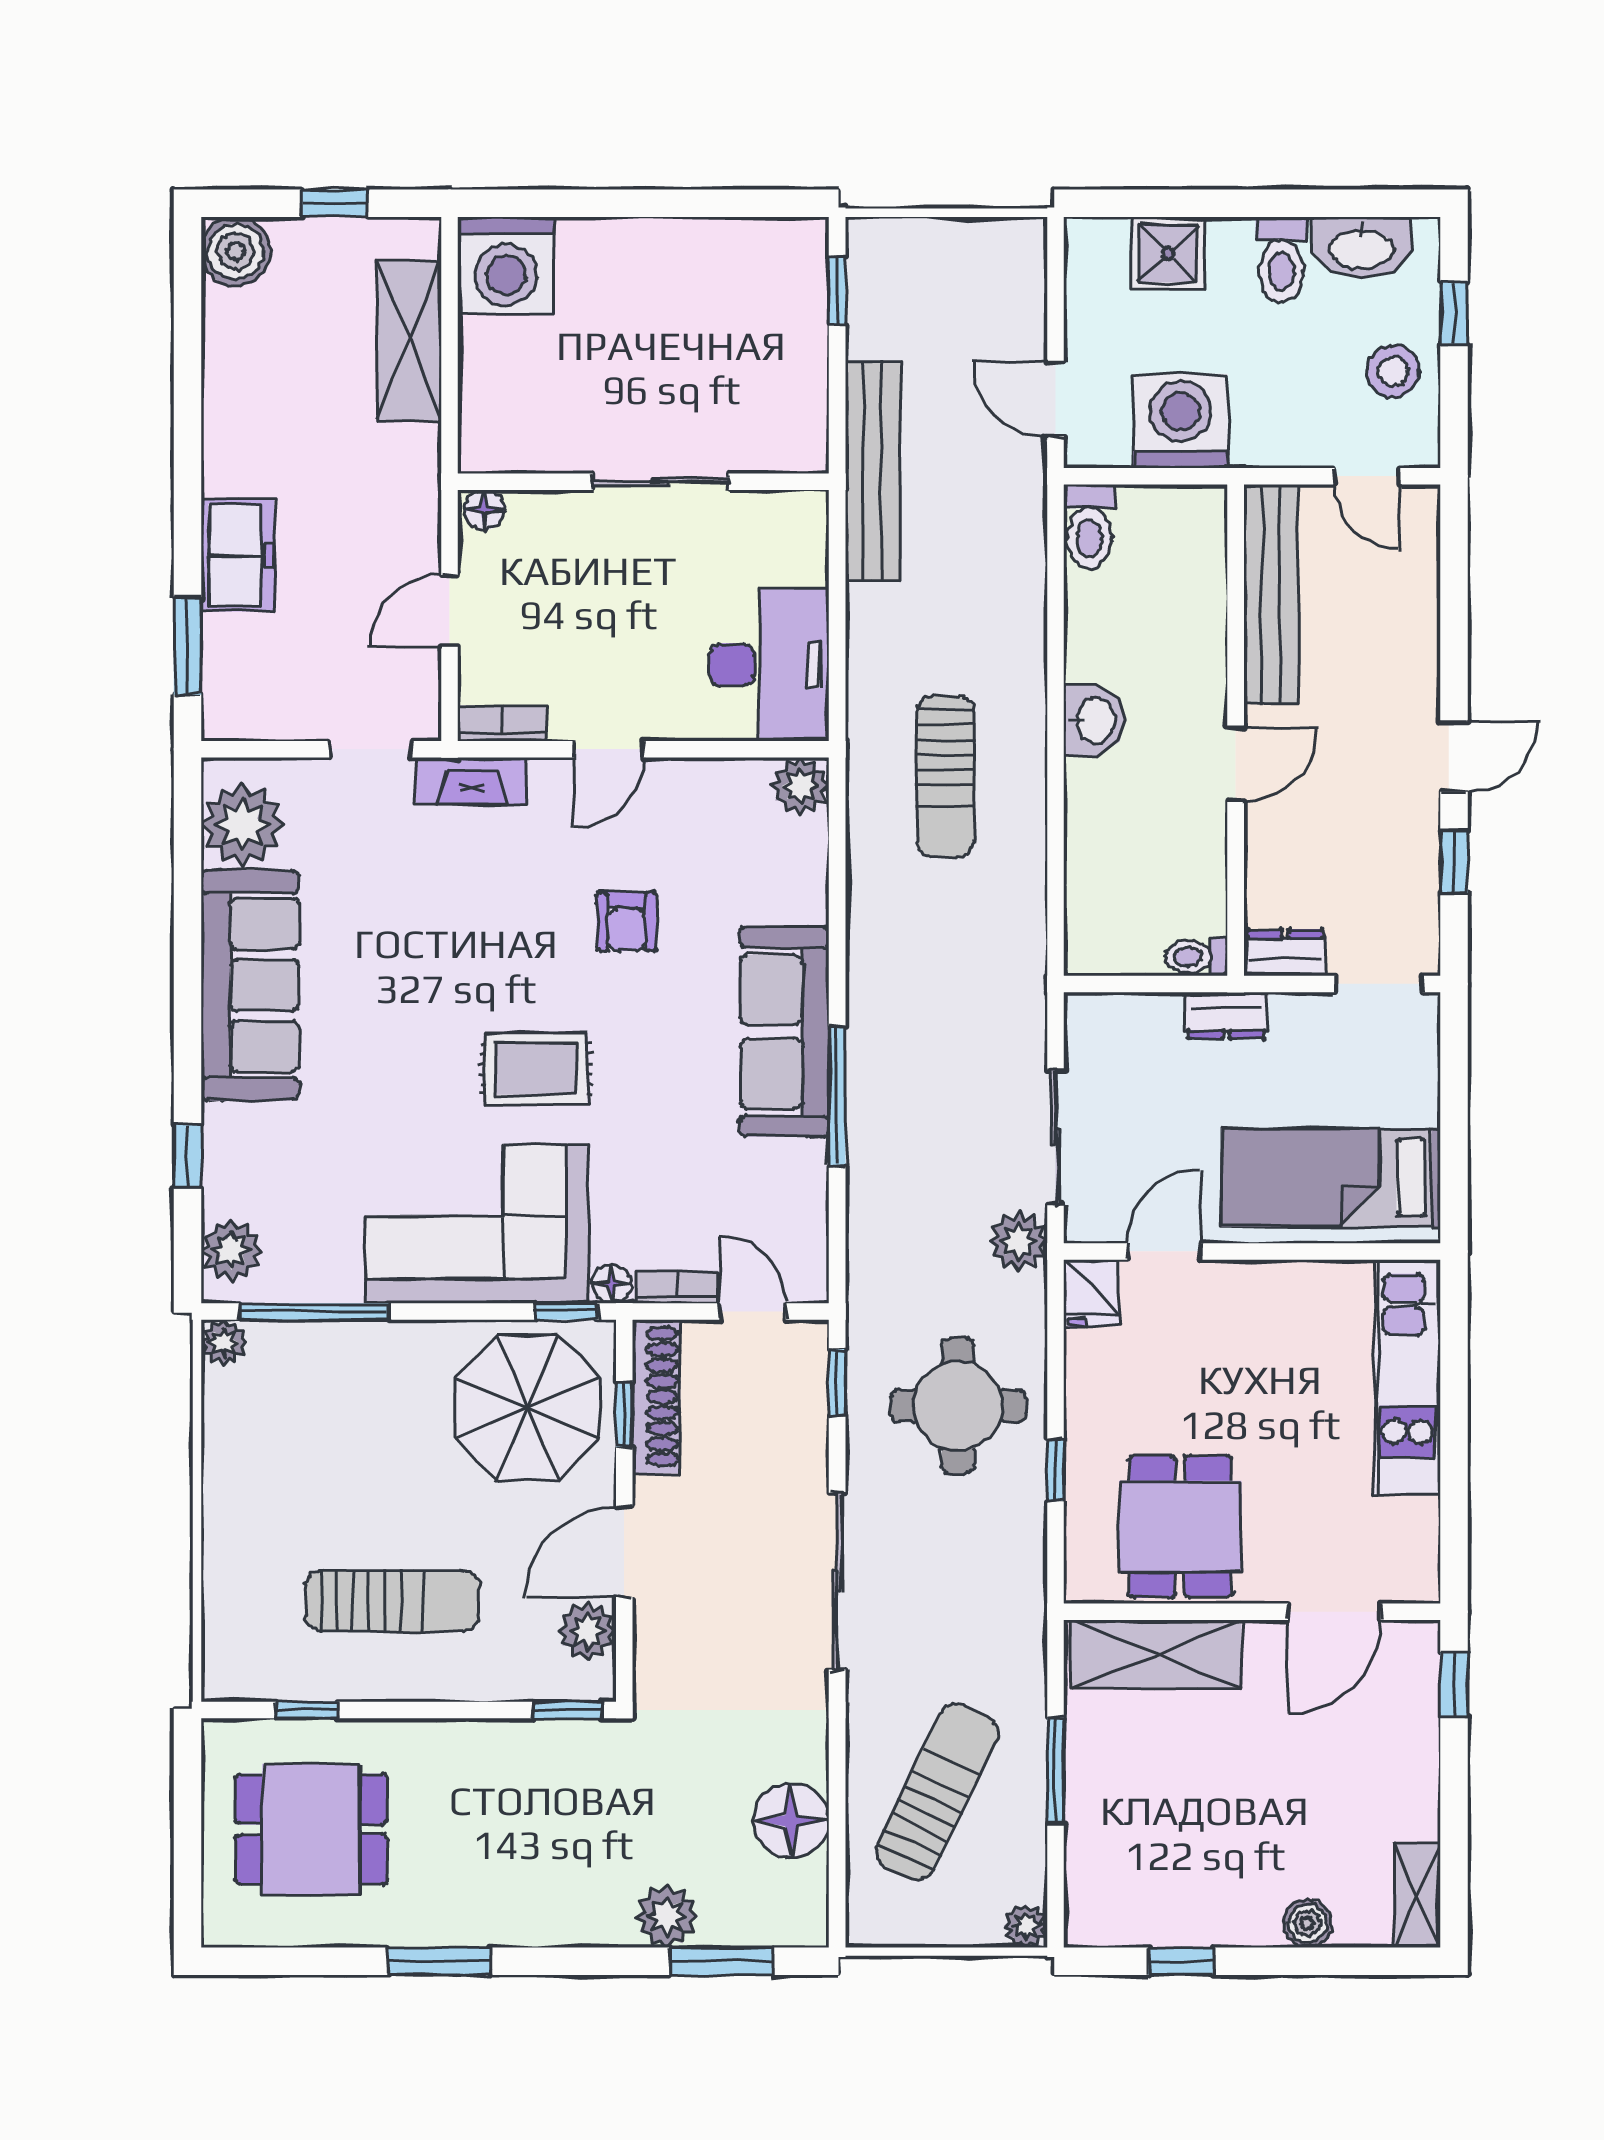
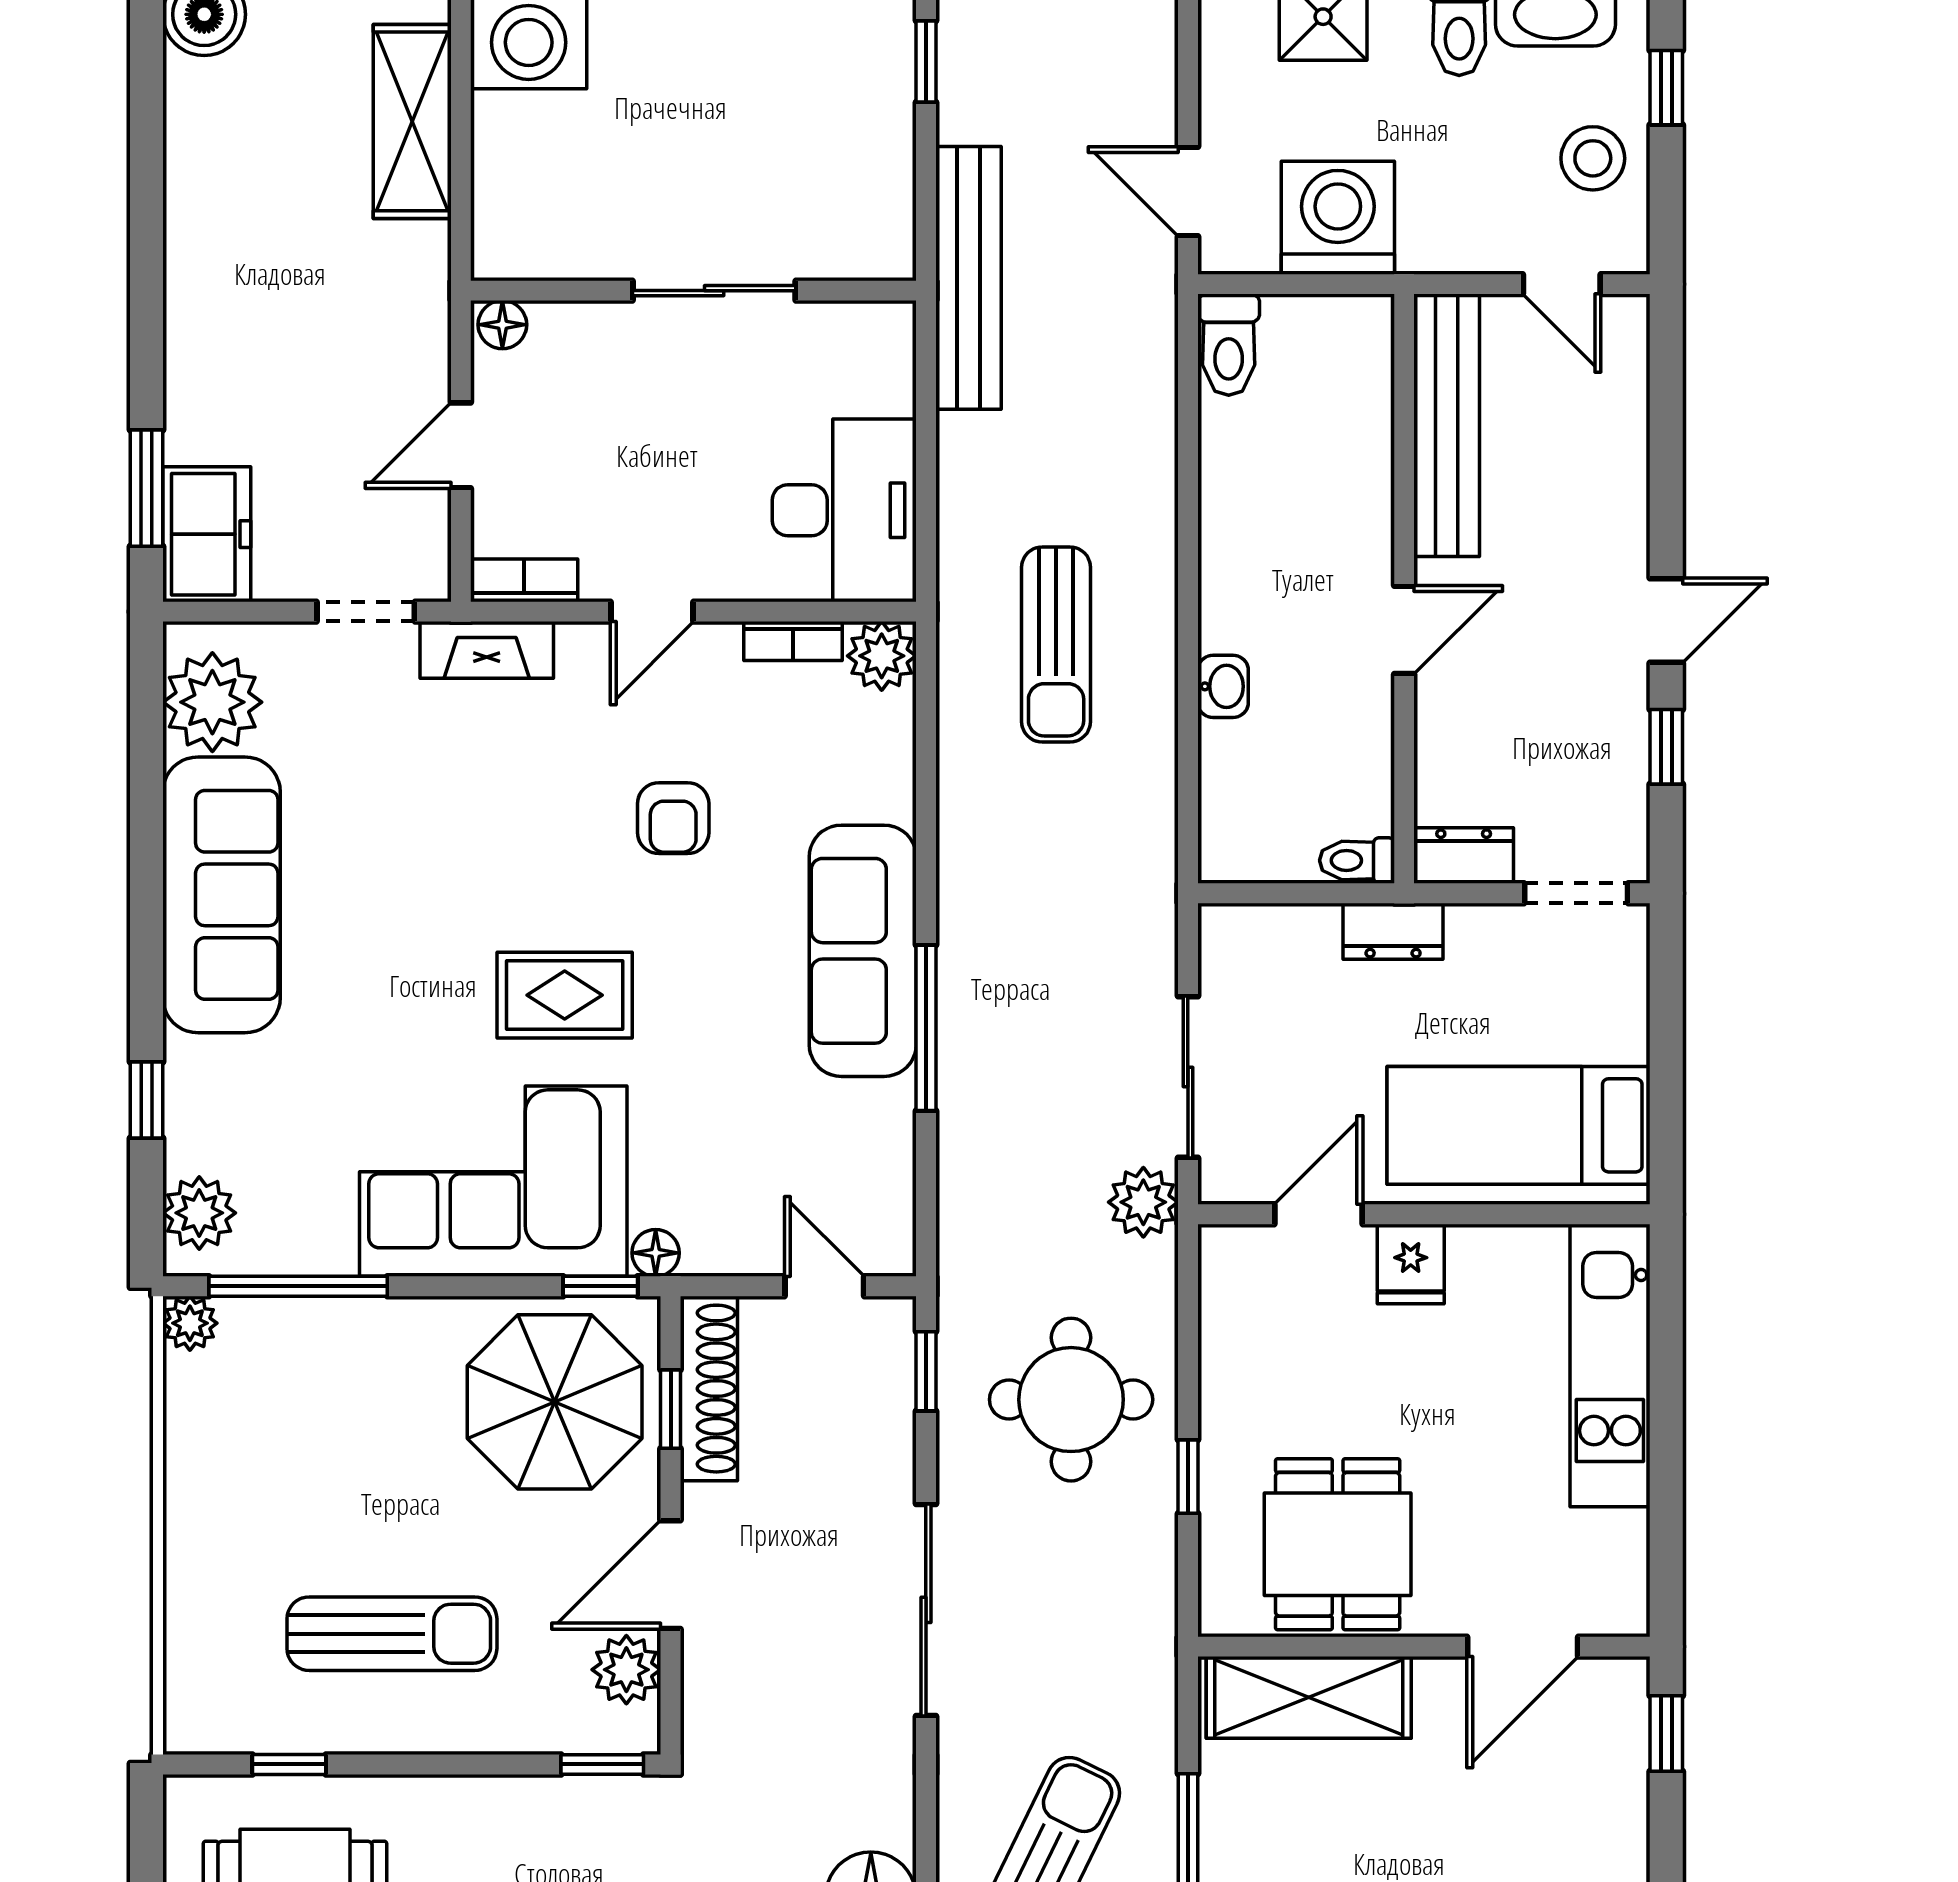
freezer: (238, 555) -> (207, 534), moved
washbasin: (1094, 720) -> (1223, 686), moved, width x0.72, depth x0.69
bookcase: (677, 1287) -> (793, 641), moved, turned 180
fridge: (1092, 1293) -> (1411, 1264), moved

